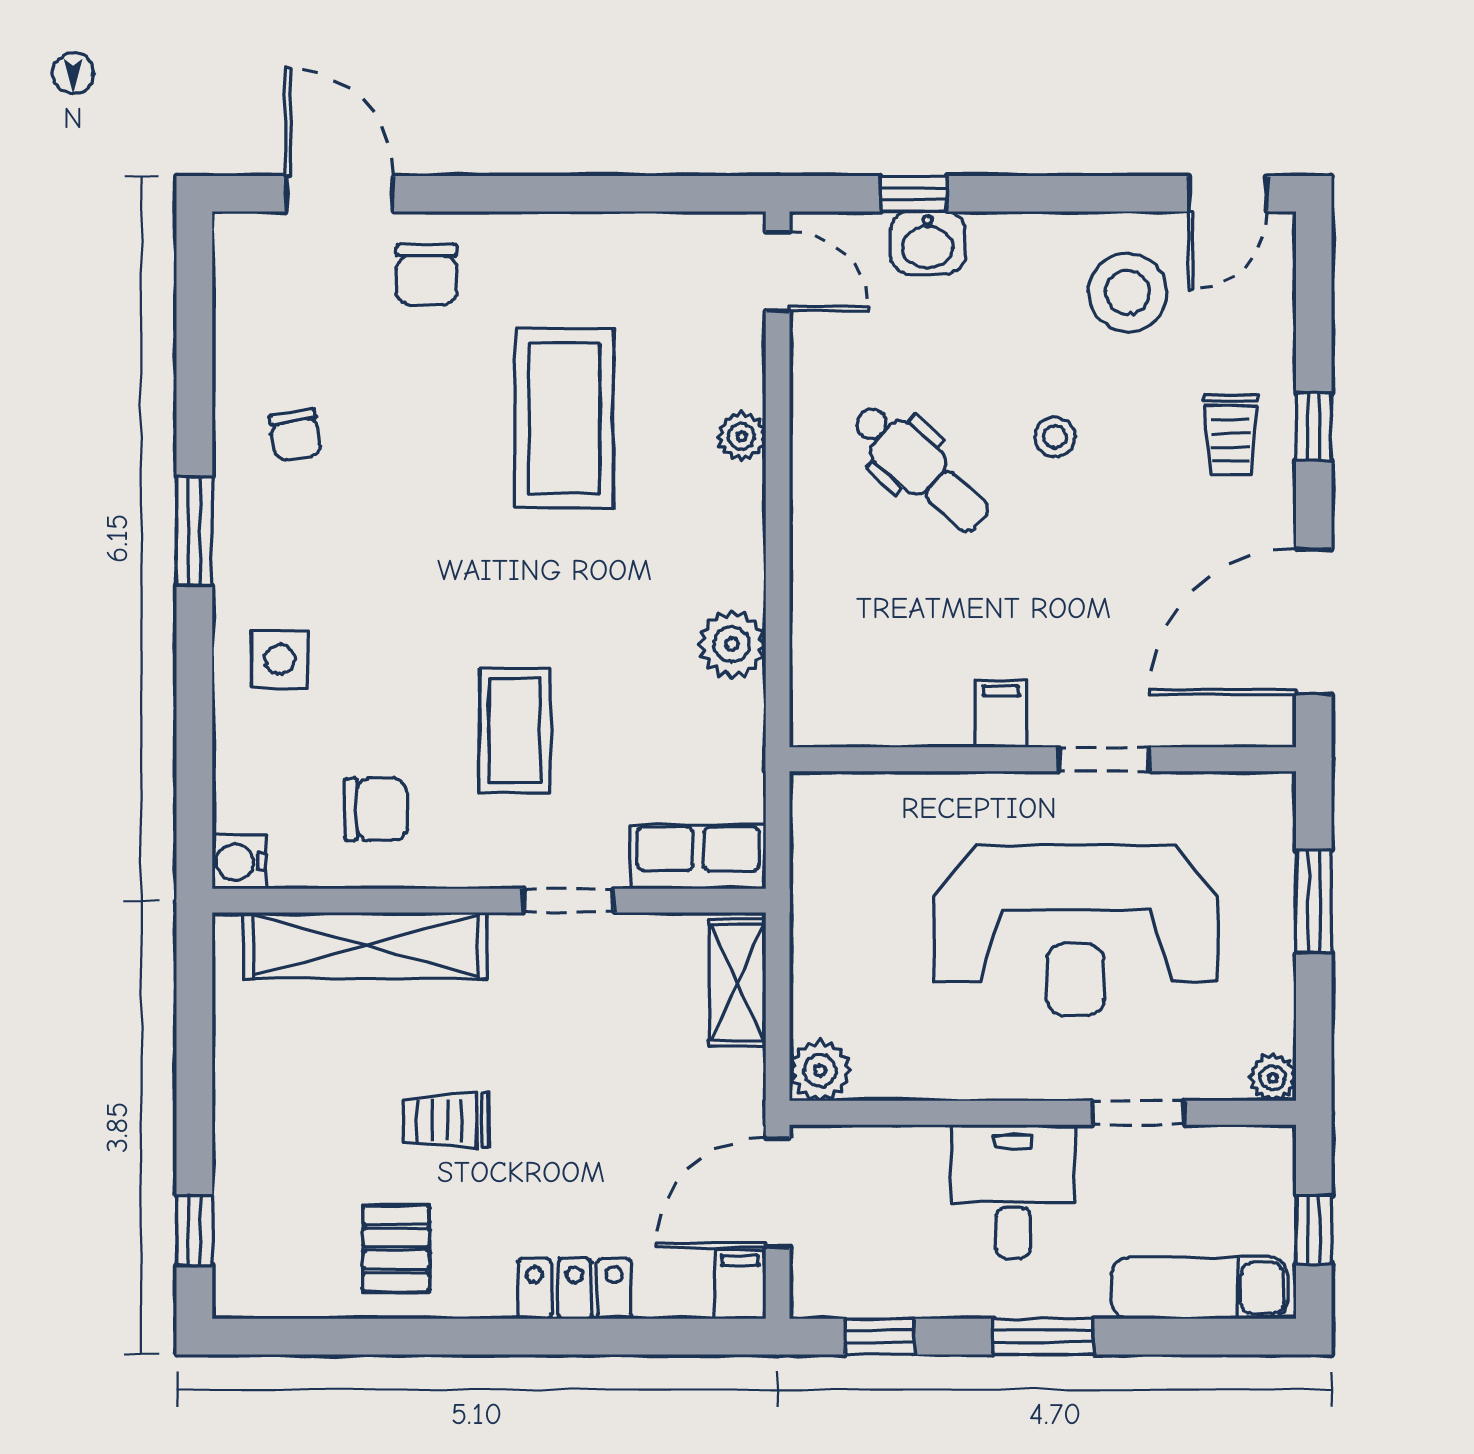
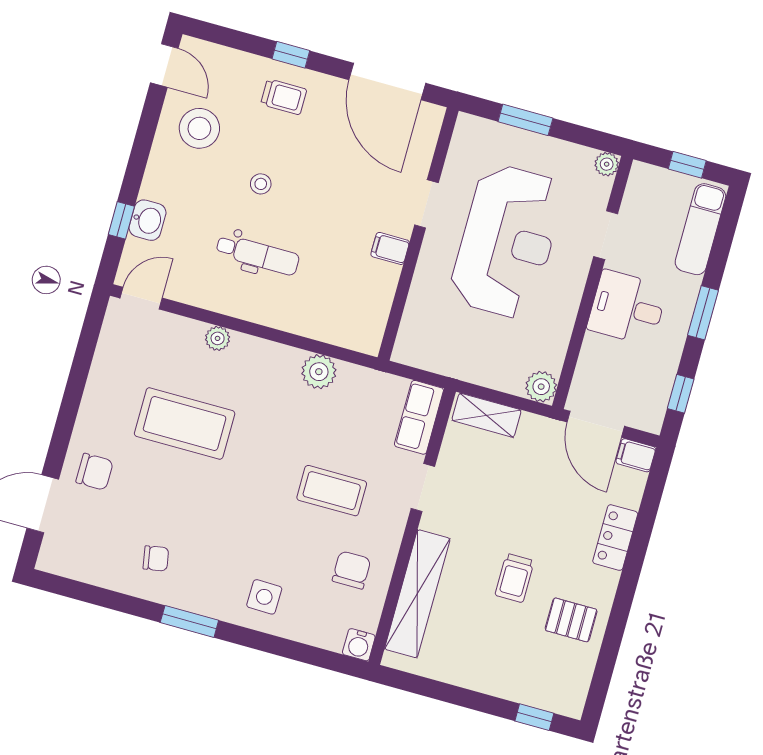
dental chair: (920, 468) -> (258, 255), turned 48

